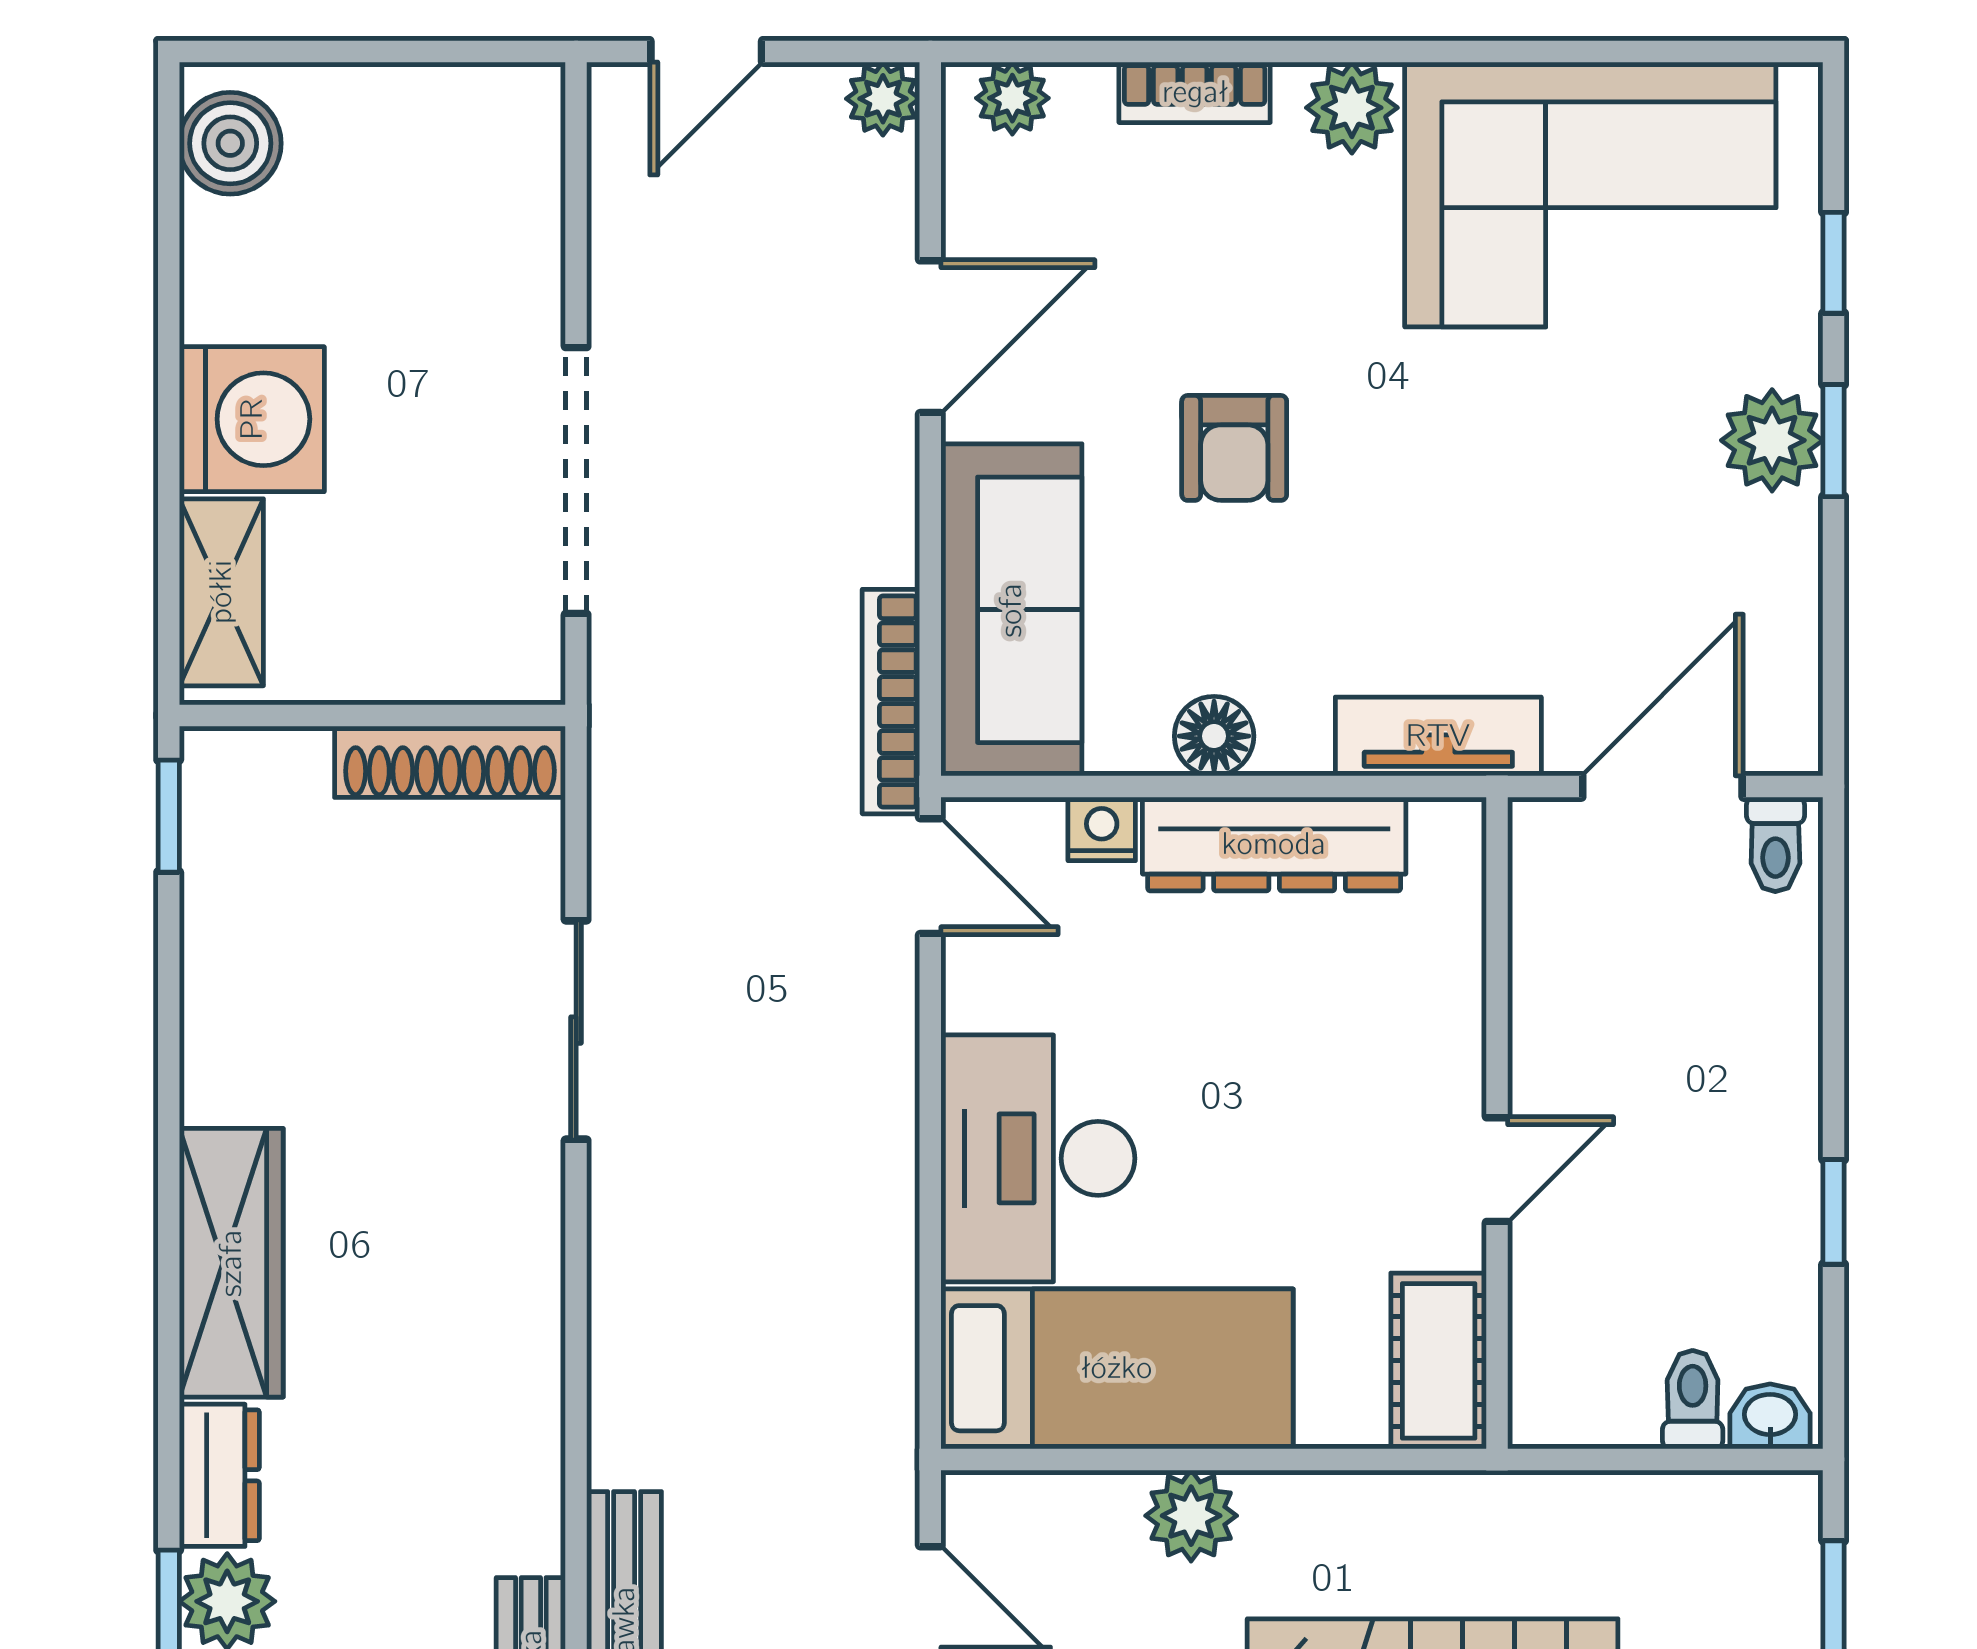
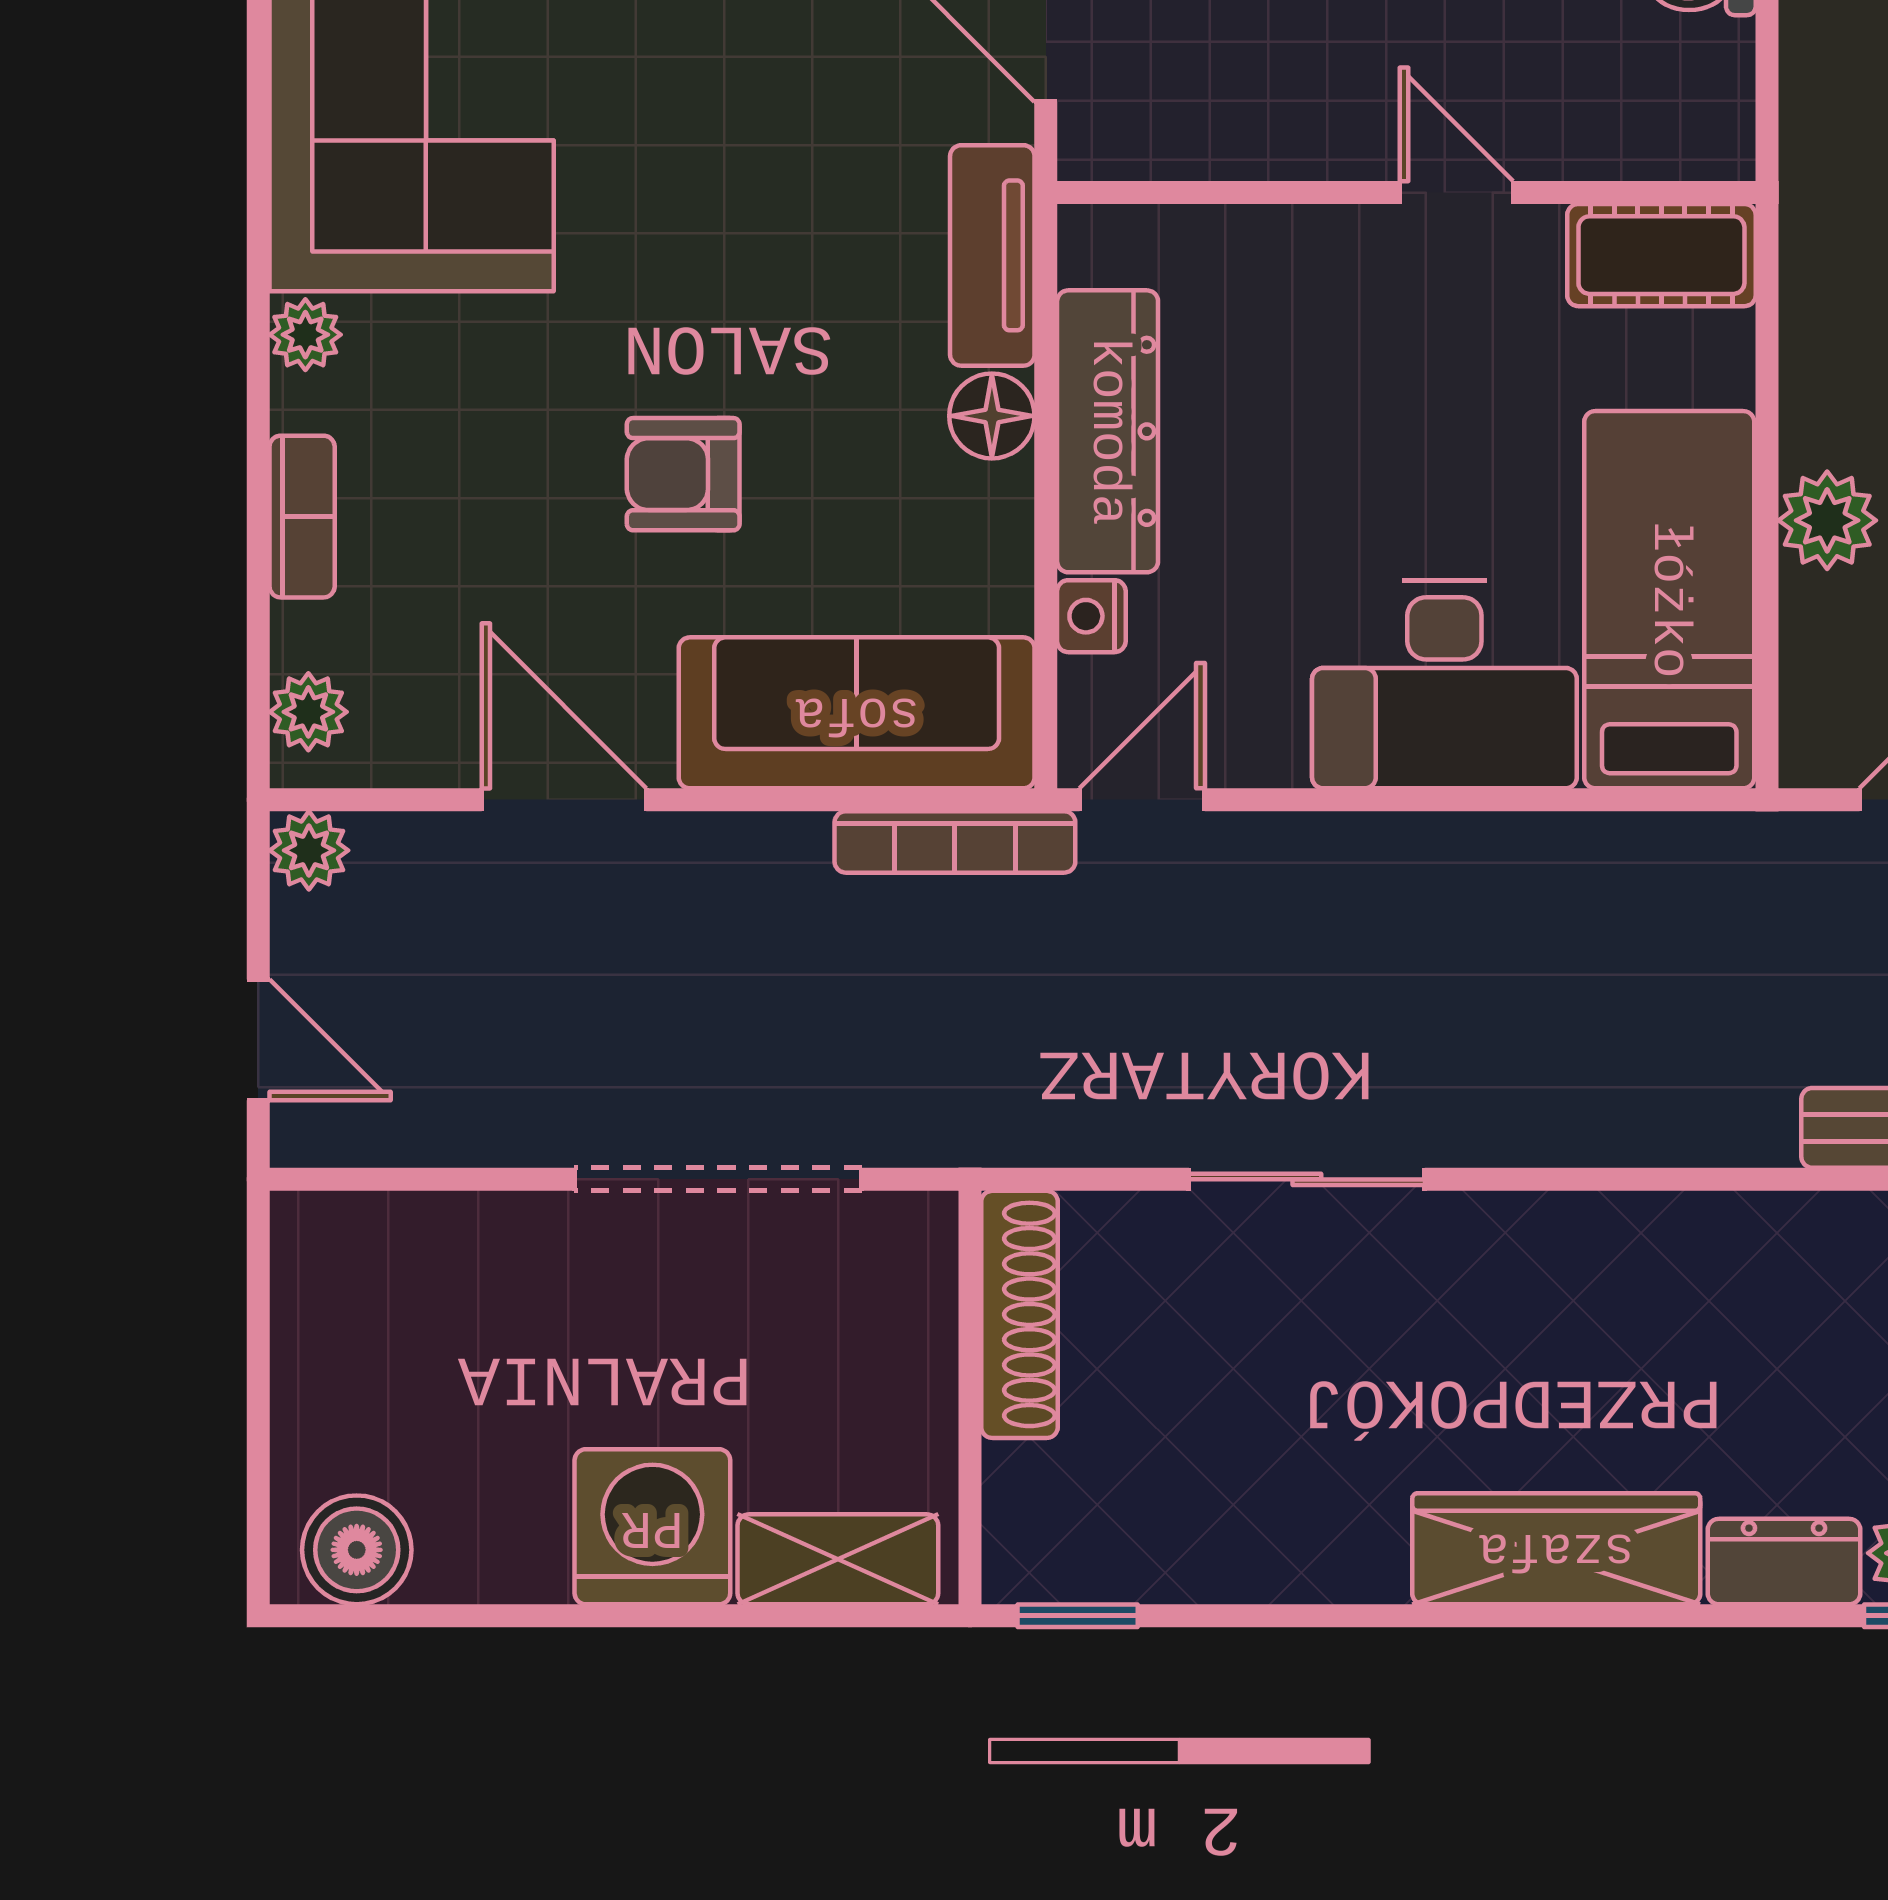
plant: (1352, 108) -> (305, 335), width x0.73, depth x0.73
armchair: (1234, 448) -> (683, 474), turned 180
floor lamp: (1214, 736) -> (992, 416), moved

